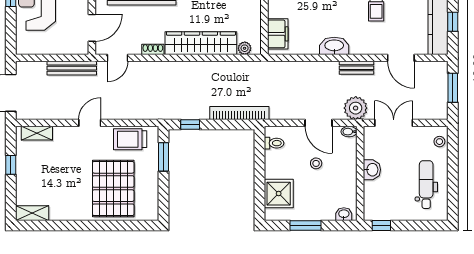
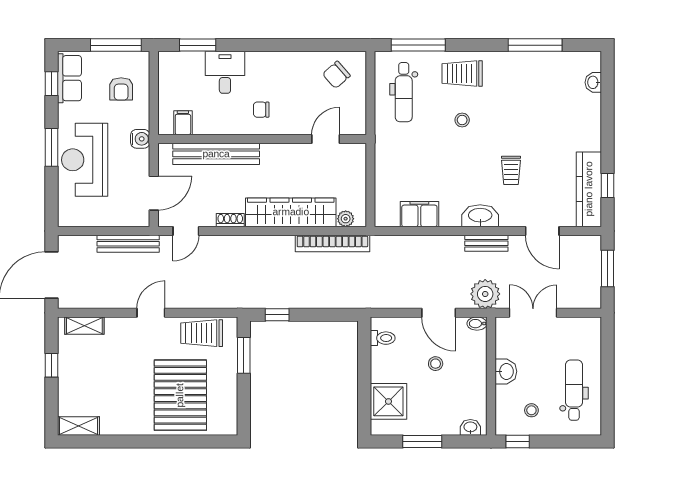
filing cabinet: (278, 34) -> (419, 214), moved, turned -90
washbasin: (334, 46) -> (480, 216), moved
bookcase: (239, 113) -> (332, 244), moved, turned 180
stool: (439, 142) -> (531, 410), moved

